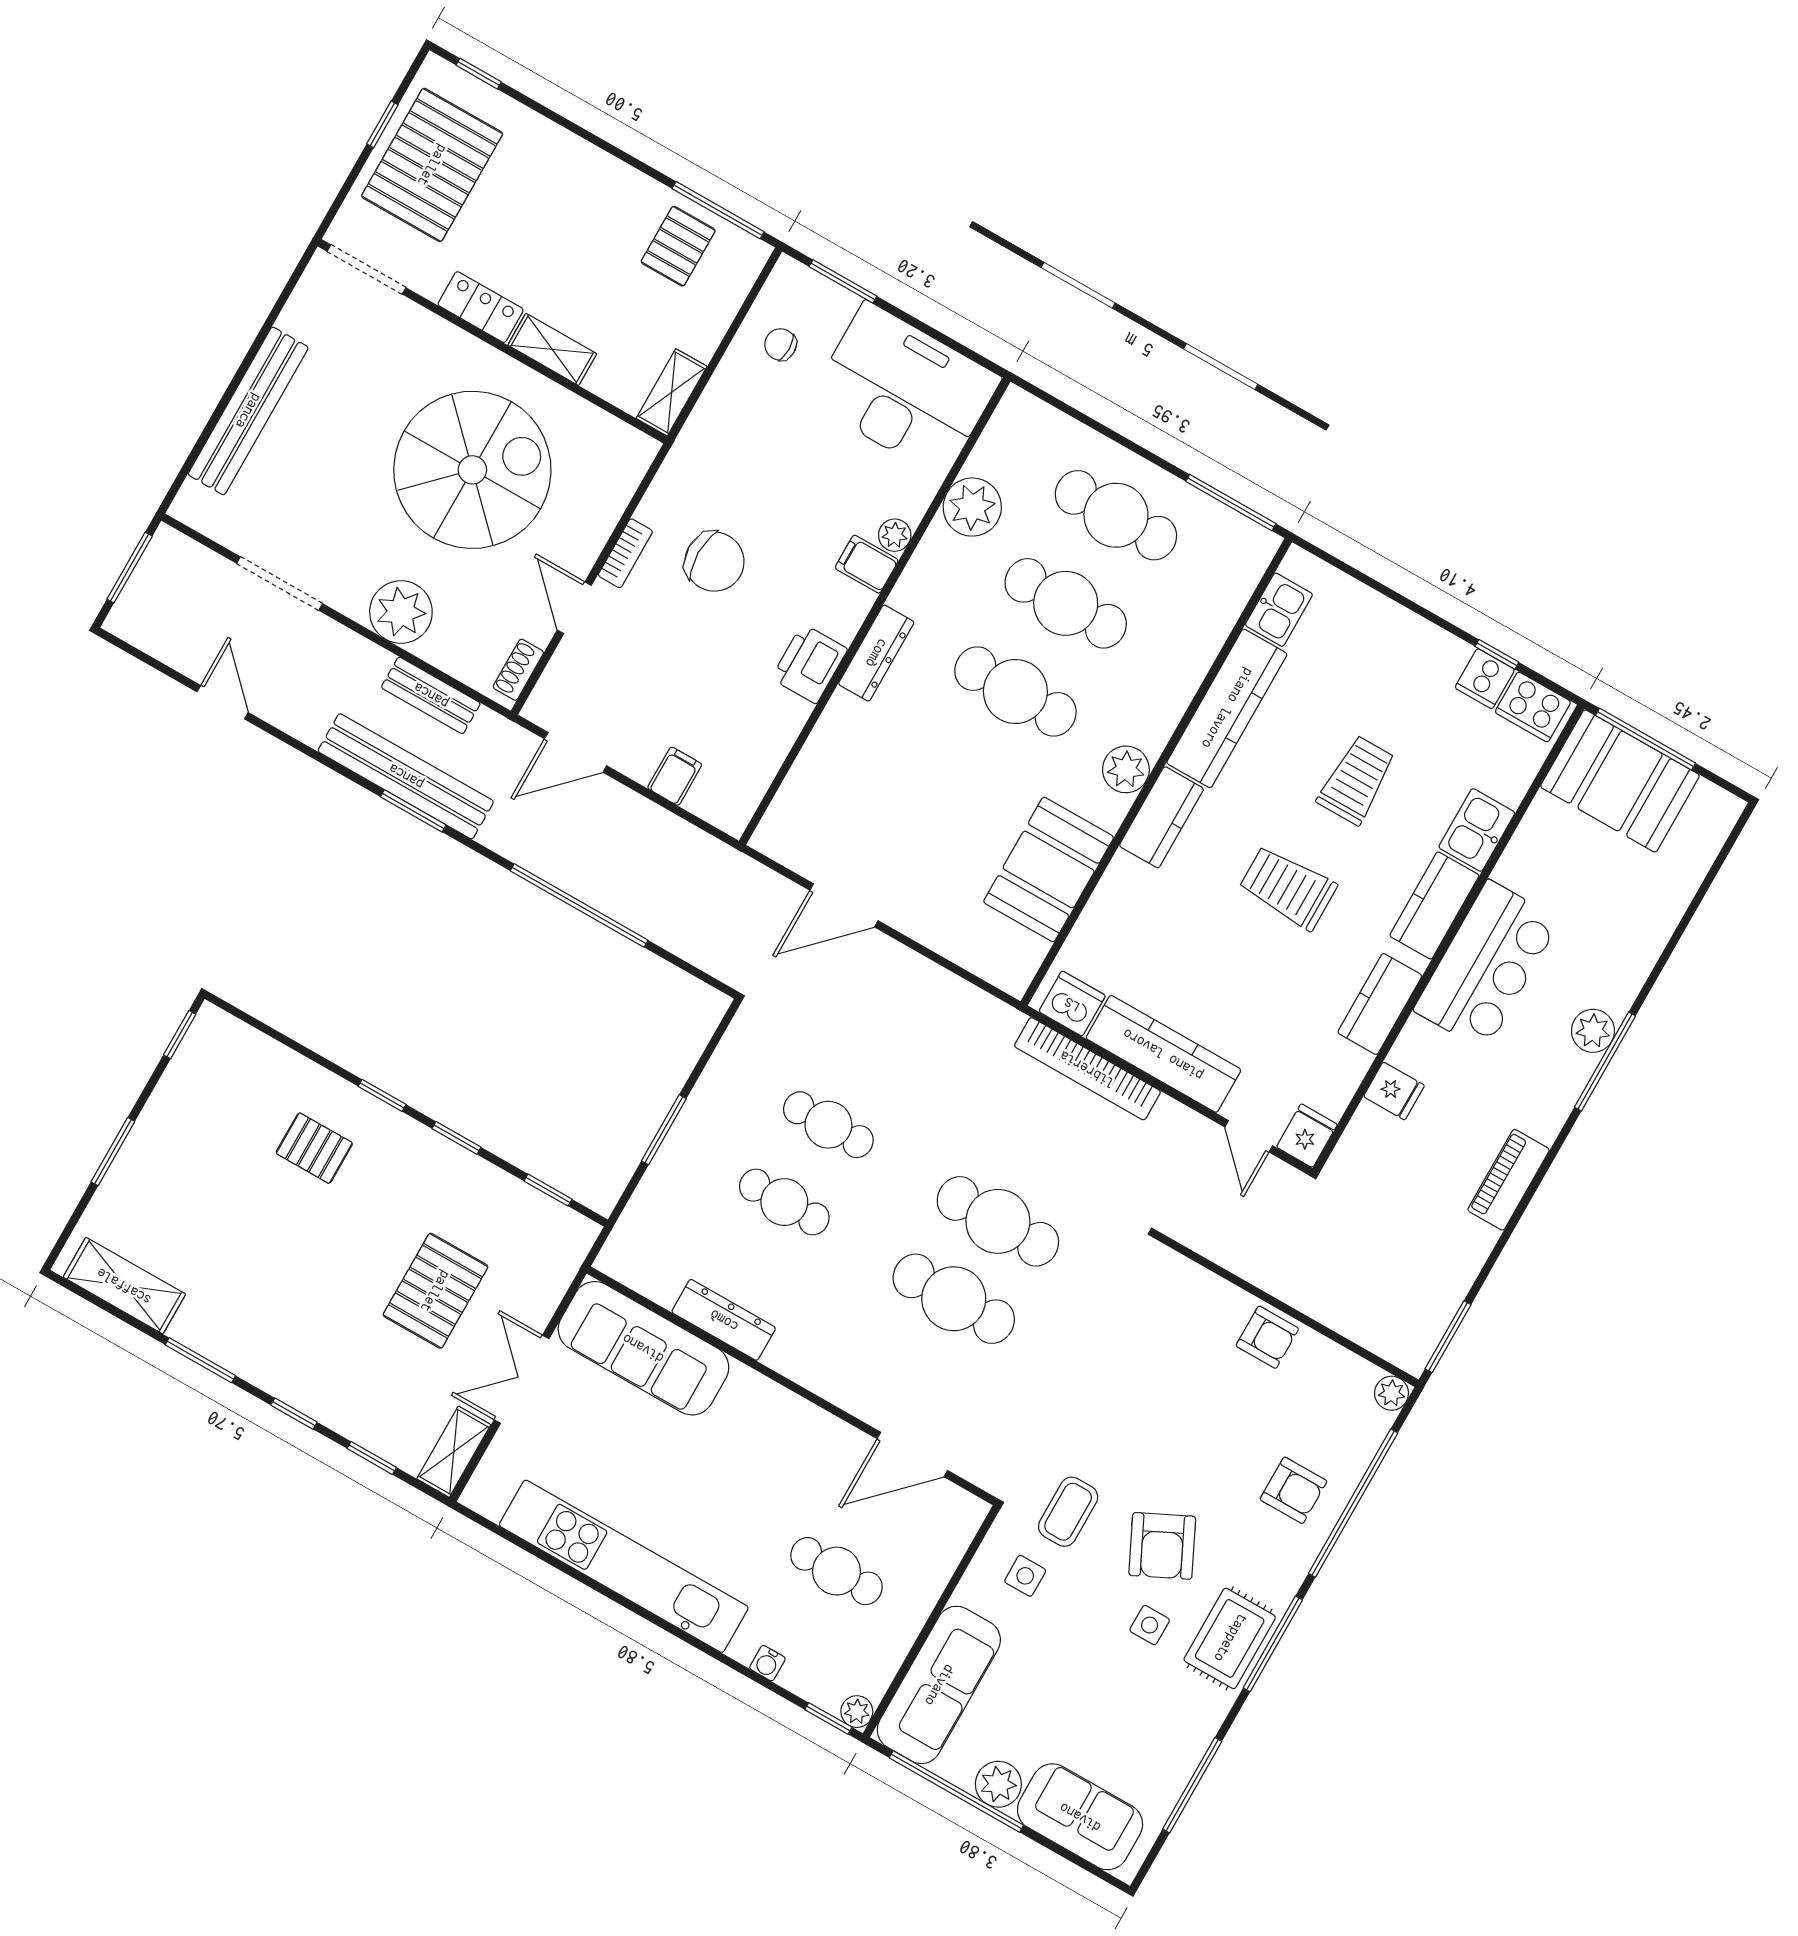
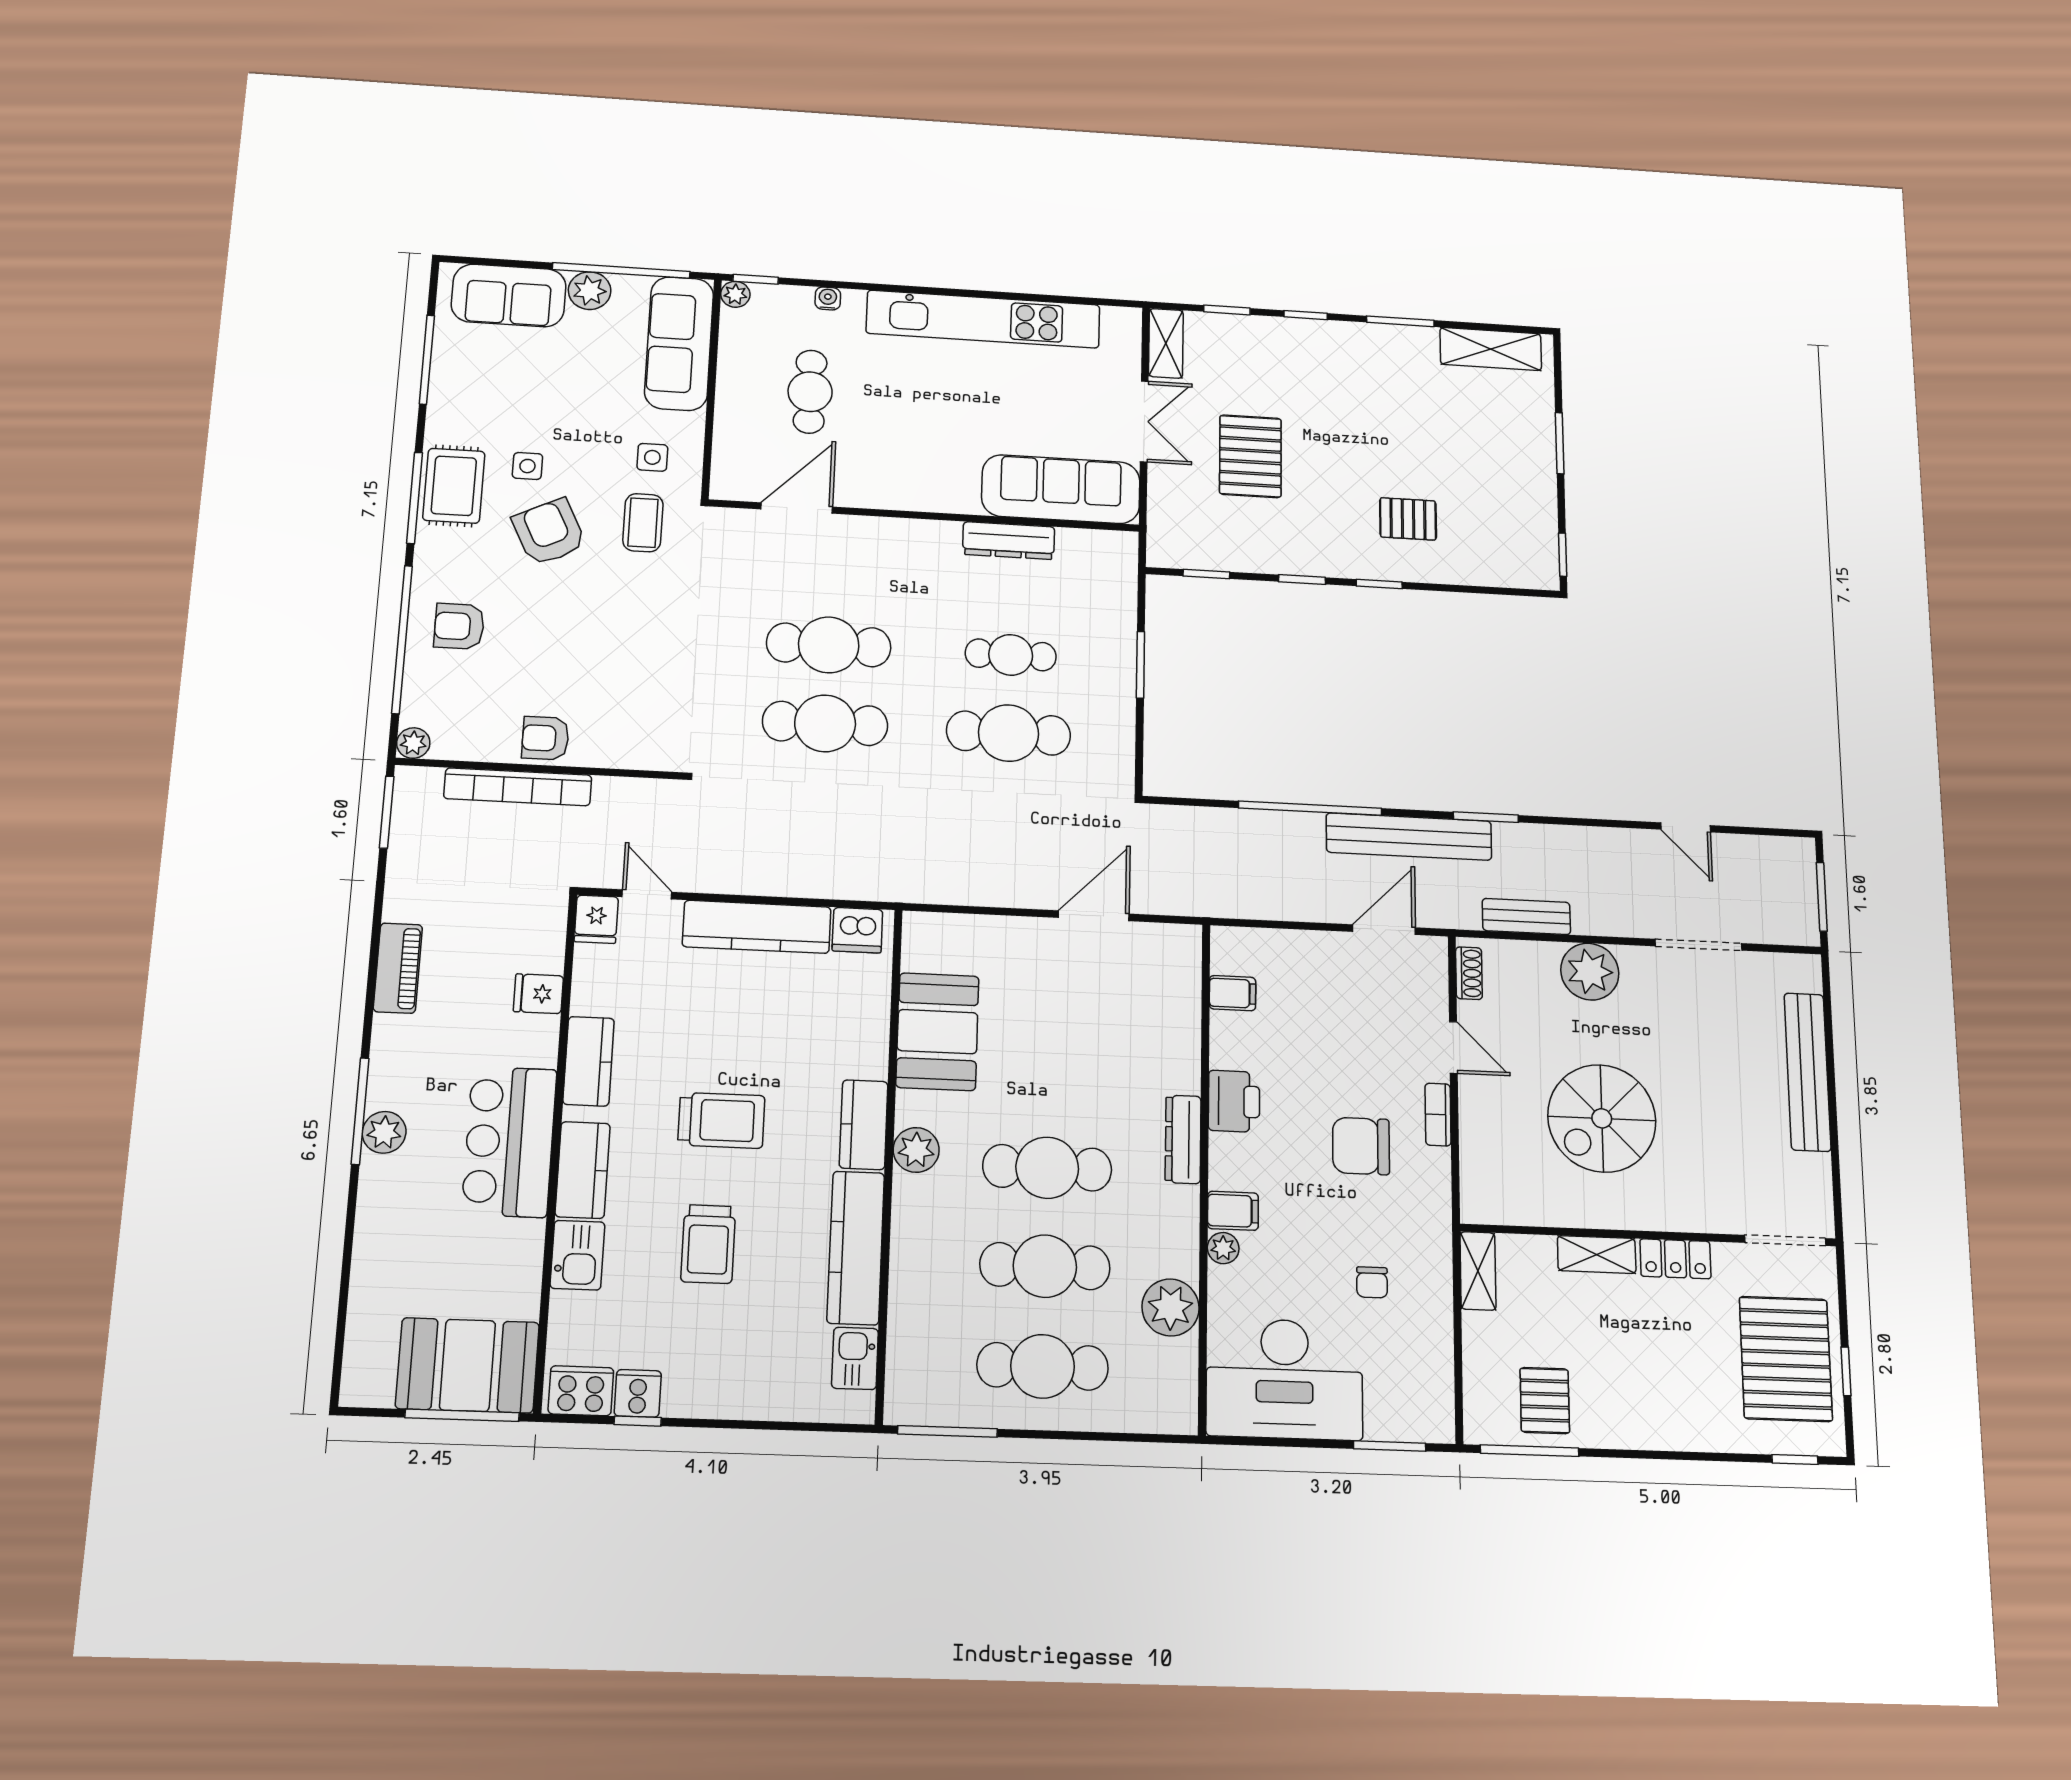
chair: (780, 344) -> (1372, 1282), moved, turned 90
spiral stairs: (472, 470) -> (1602, 1118), width x0.73, depth x0.73
bench: (406, 776) -> (1409, 837), moved
filing cabinet: (675, 776) -> (1233, 993), moved, turned -90
bookcase: (1087, 1069) -> (518, 787), moved, turned 180
cafe table: (828, 1125) -> (1009, 733), width x1.37, depth x1.35
cafe table: (836, 1571) -> (810, 392), turned 90

